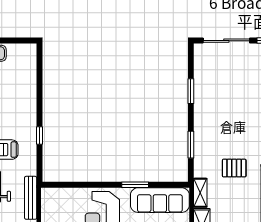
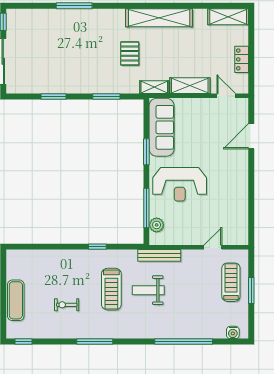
window: (78, 185) -> (146, 208), added
plant: (61, 195) -> (157, 225), added

